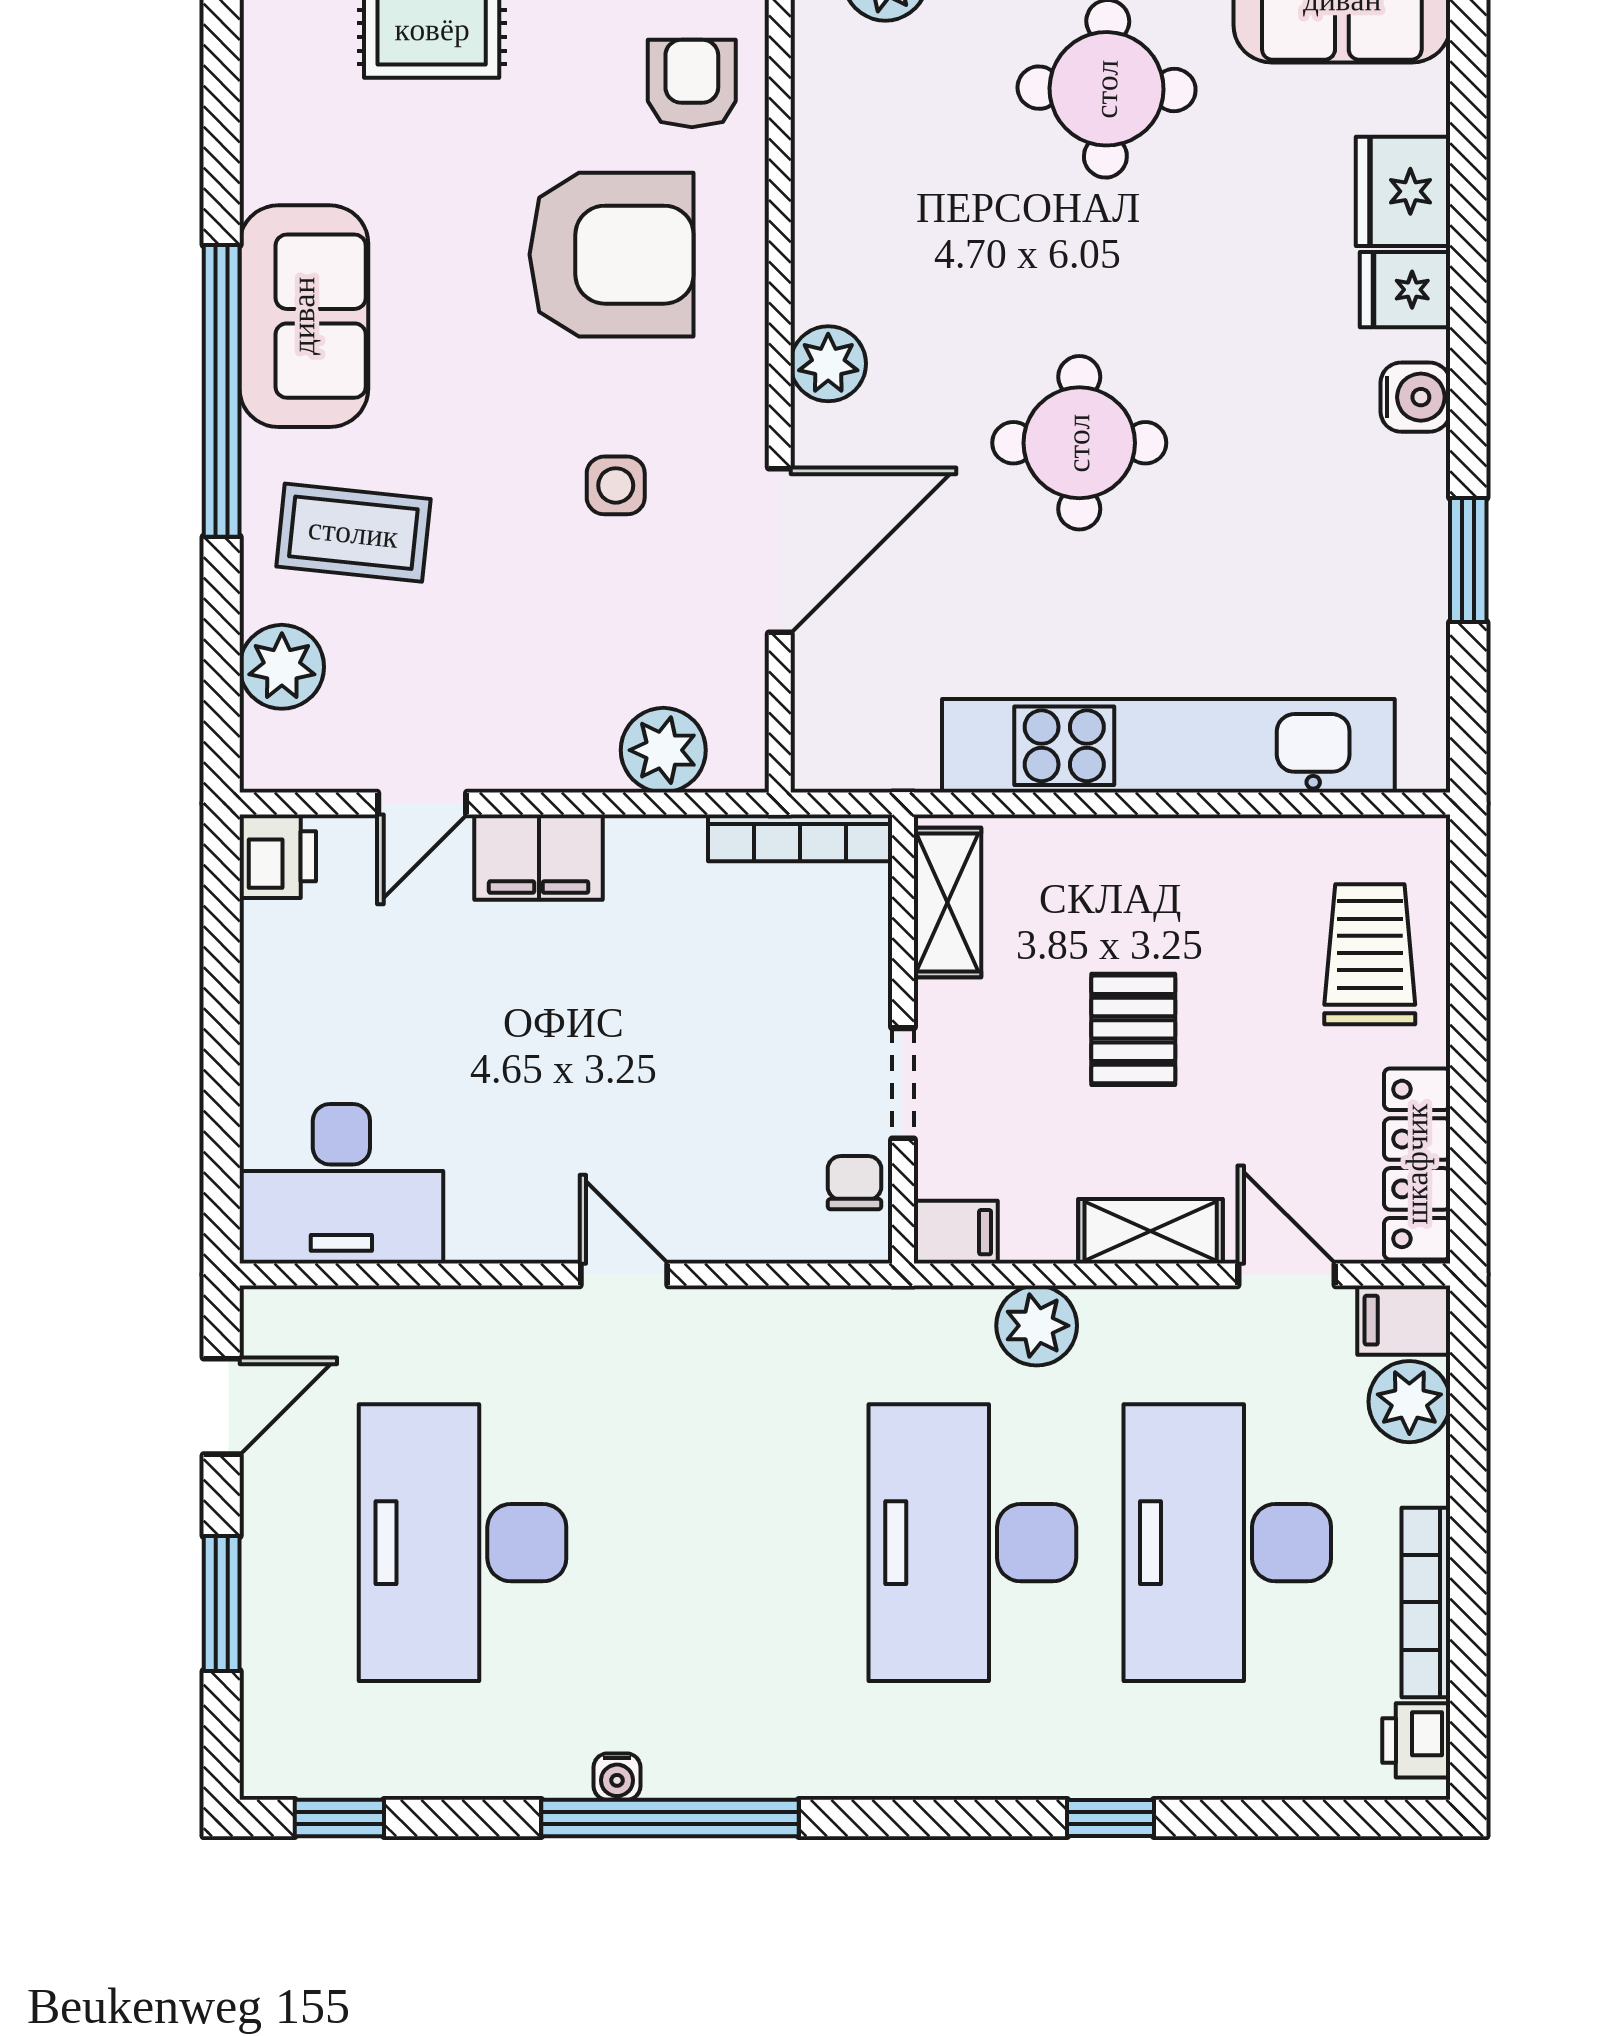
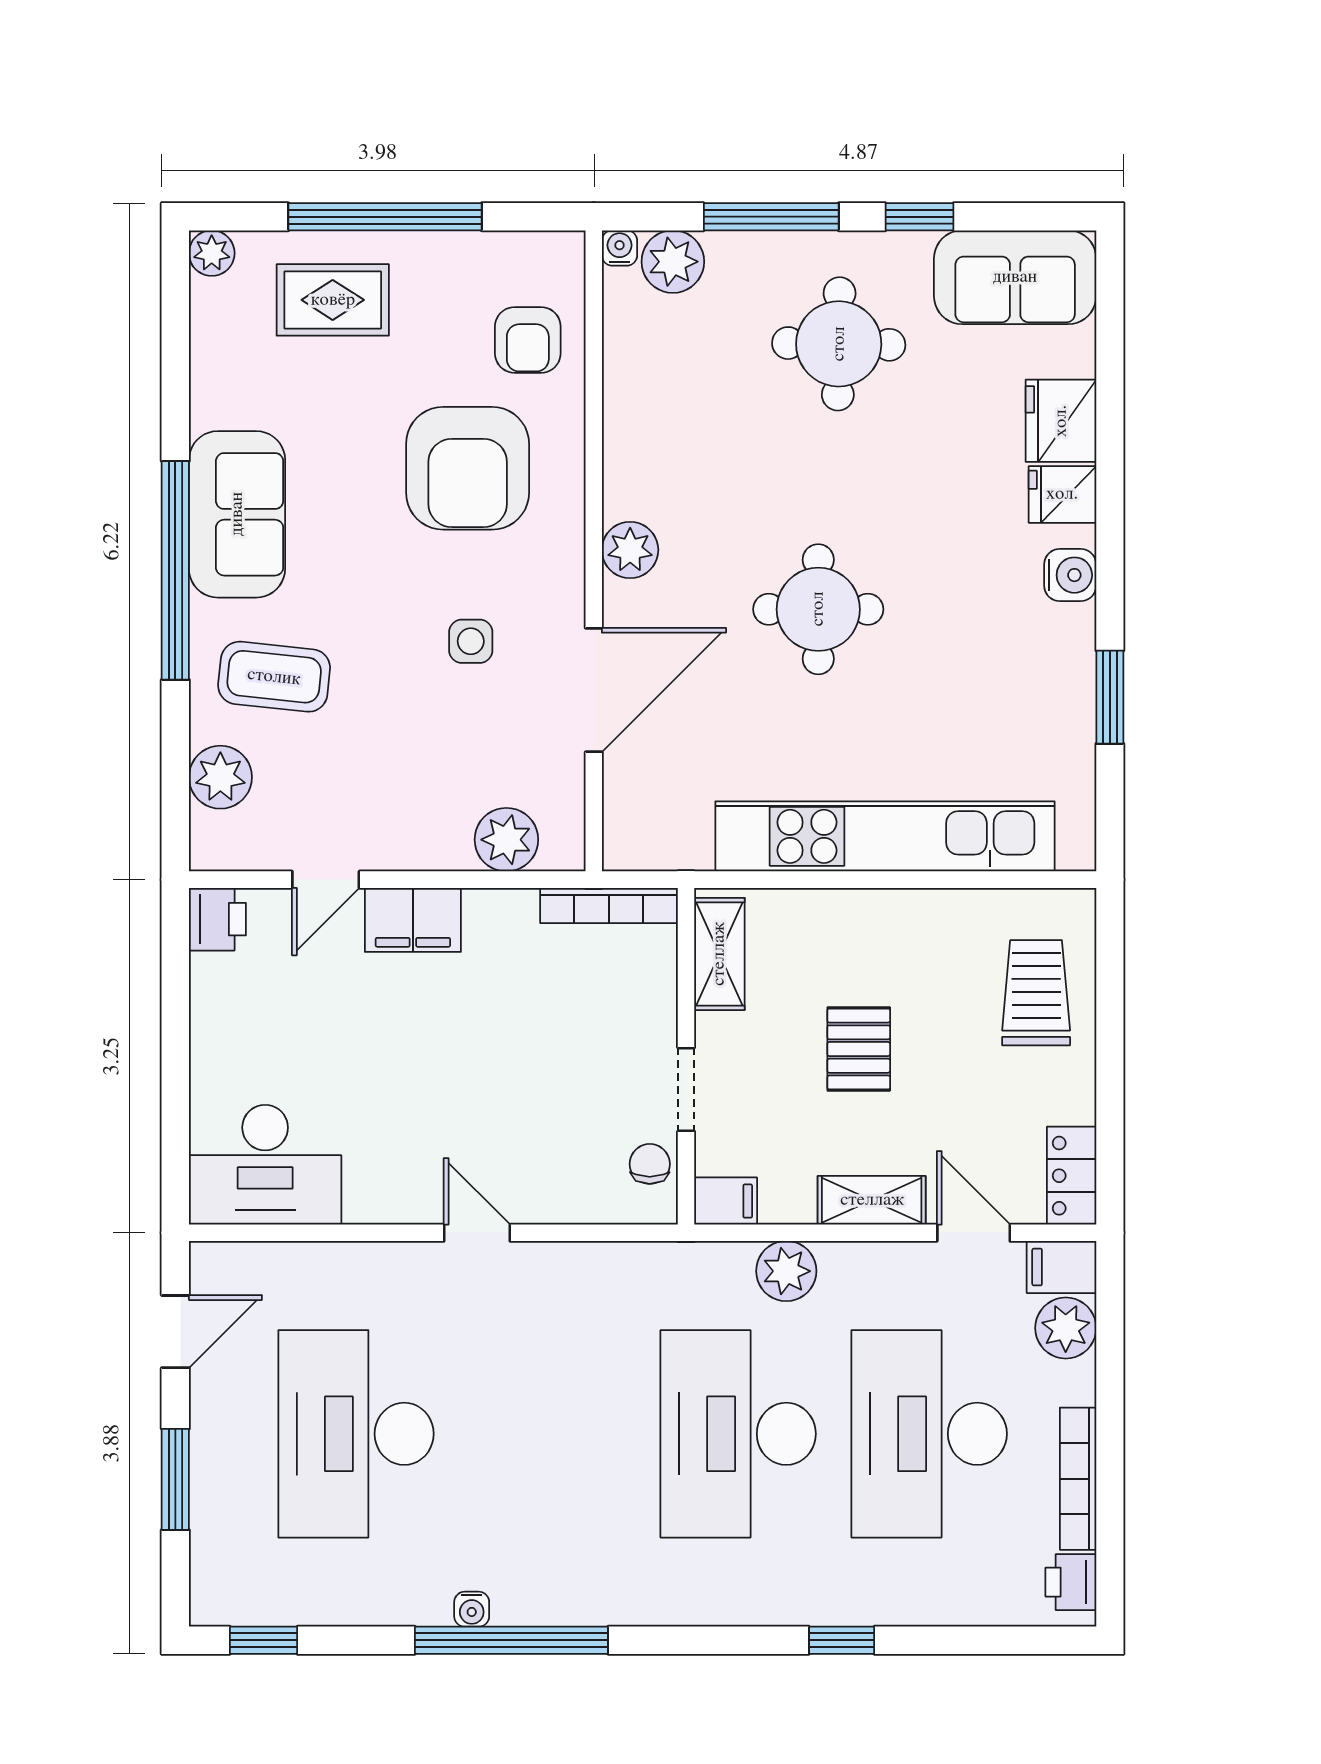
armchair: (692, 84) -> (528, 340), turned 180
armchair: (612, 255) -> (468, 468), turned 90
locker: (1417, 1164) -> (1072, 1176), width x0.66

